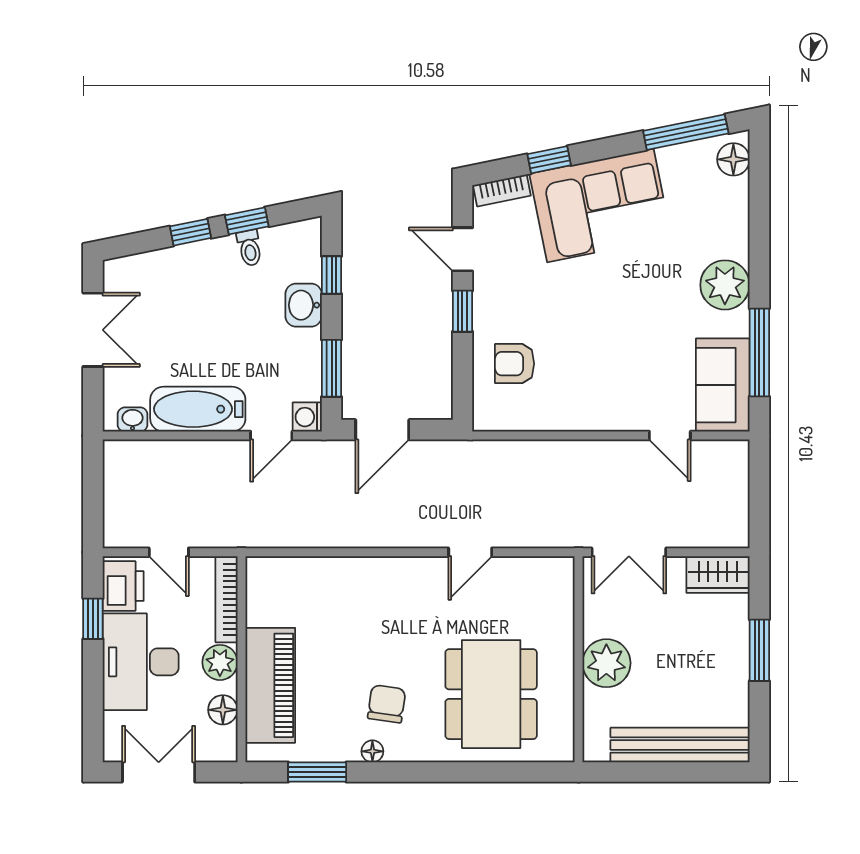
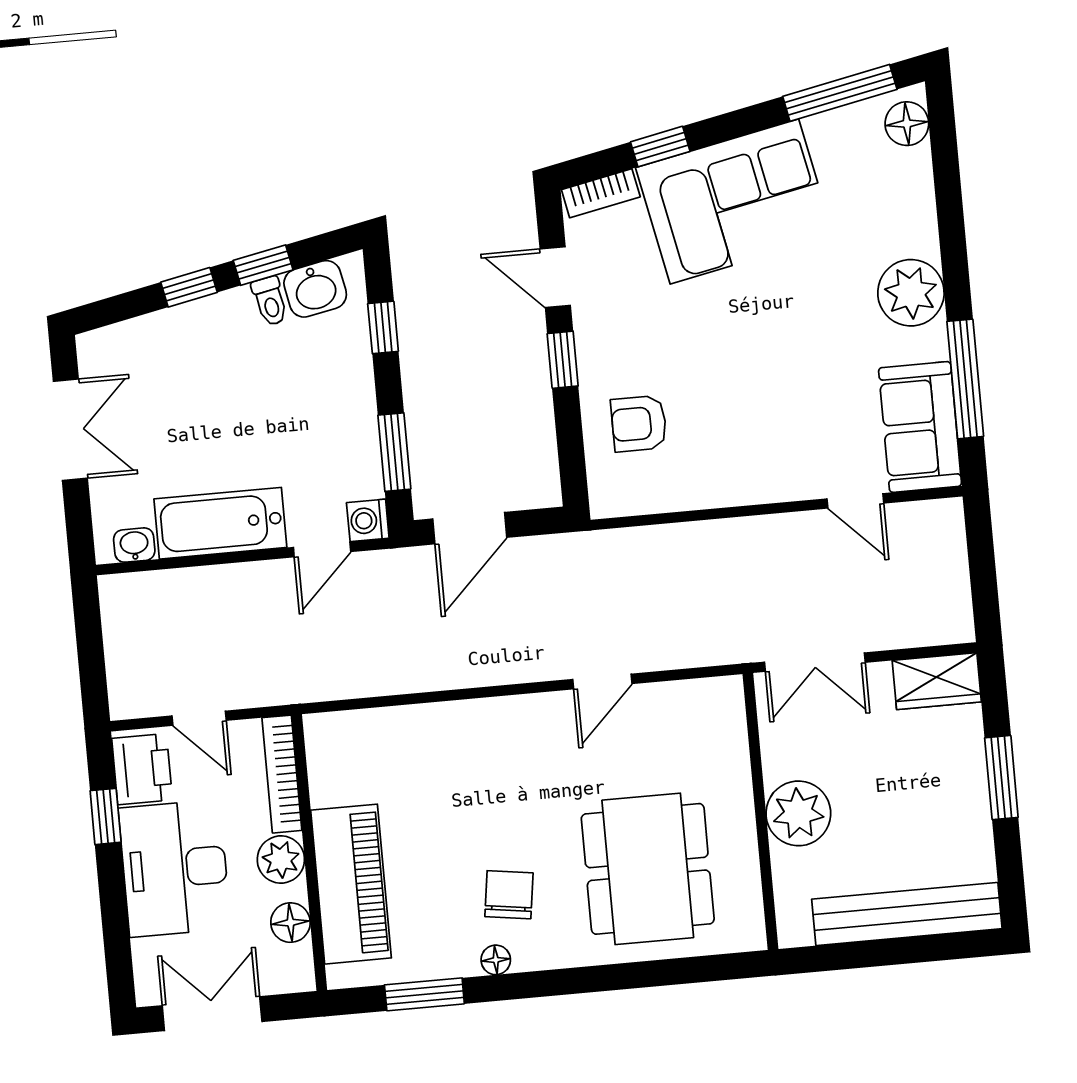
washbasin: (304, 305) -> (315, 289), moved, turned -101

